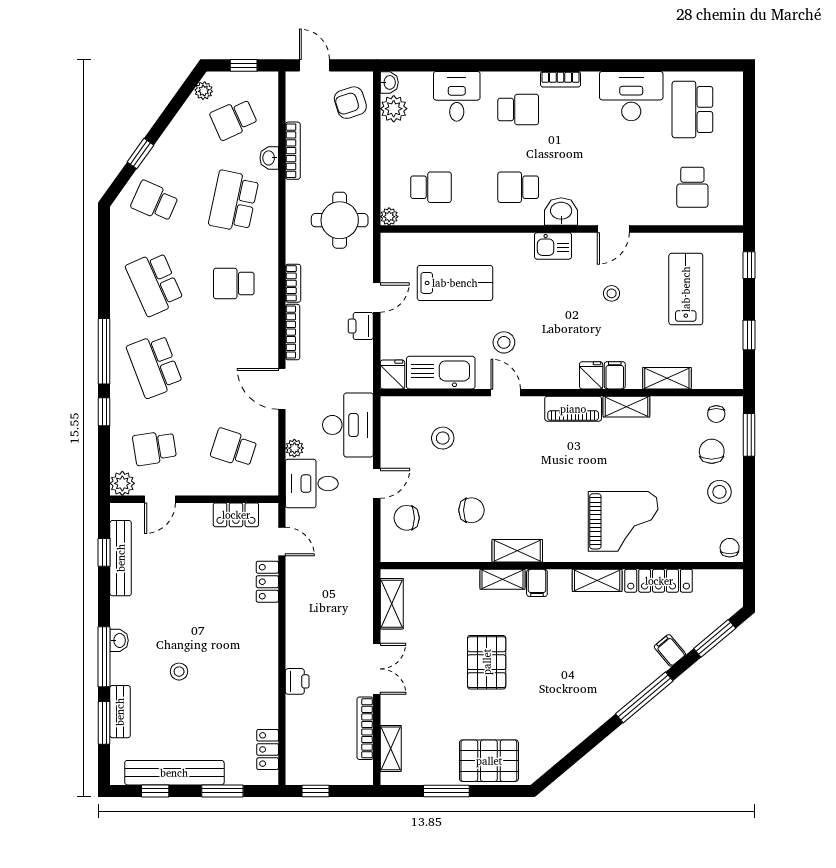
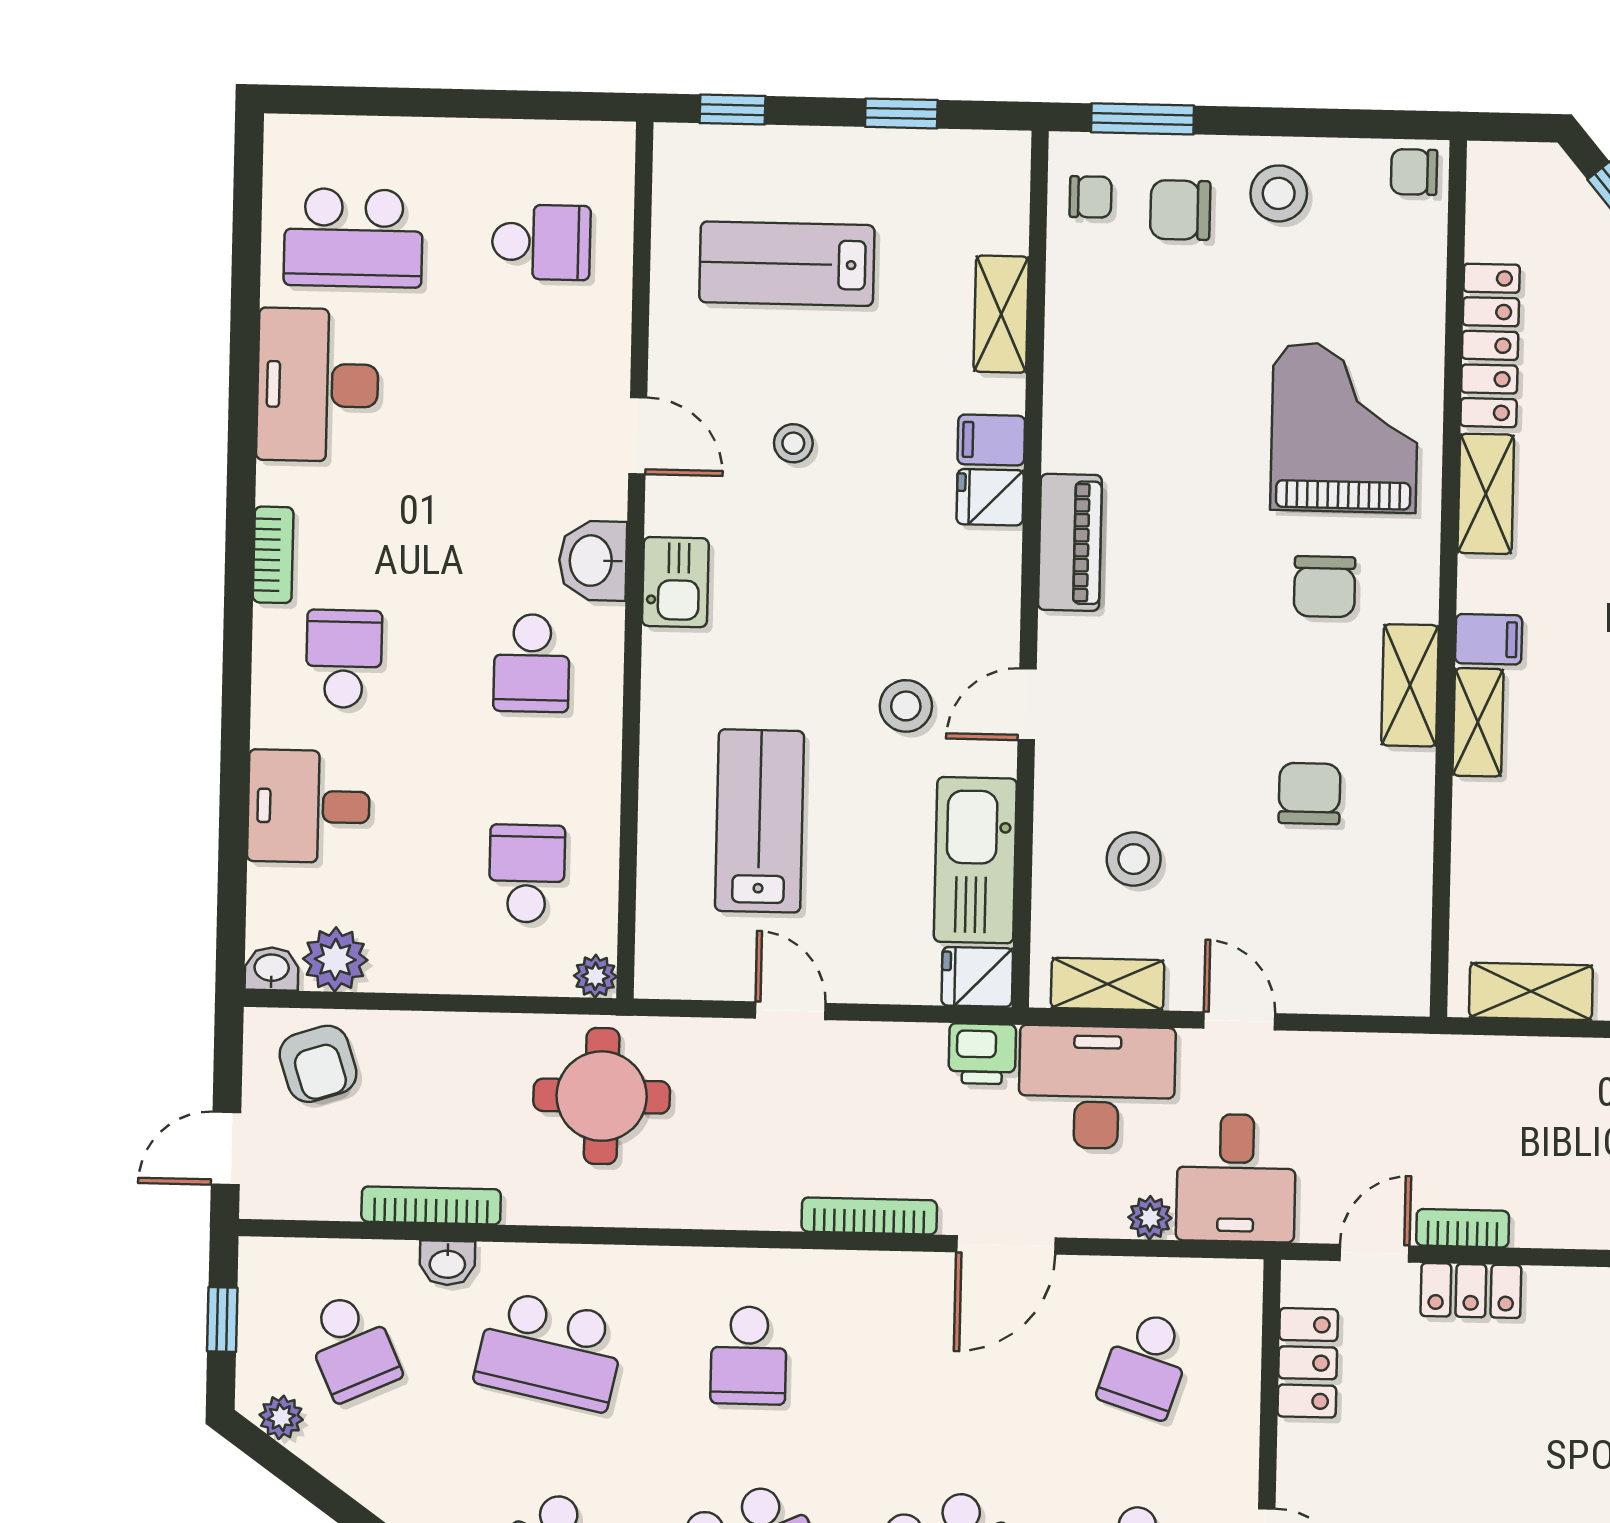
bookcase: (293, 283) -> (1463, 1228), moved
printer: (361, 326) -> (982, 1054), moved
shelving: (626, 407) -> (1107, 984), moved, turned 90
chair: (407, 518) -> (1325, 587), moved

